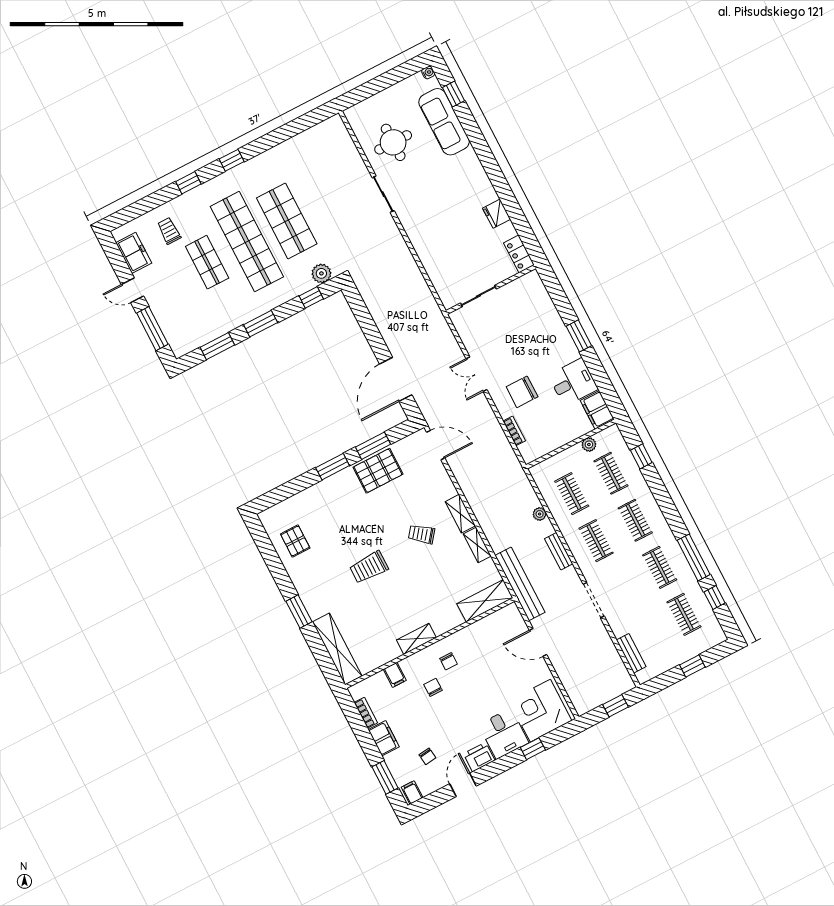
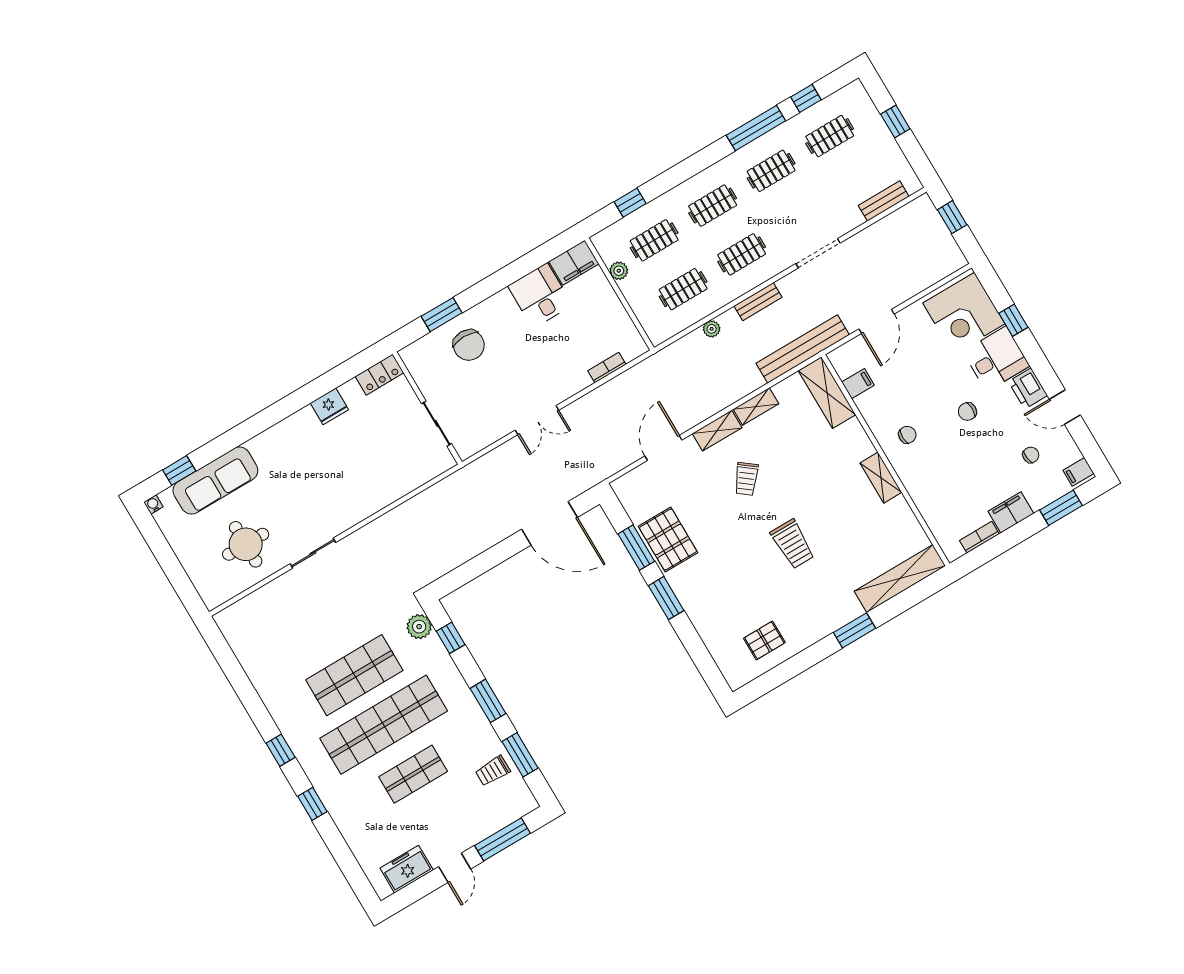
trolley: (169, 231) -> (493, 771), moved
window: (579, 336) -> (442, 315), moved
chair: (522, 392) -> (469, 345), moved
door: (436, 445) -> (663, 448), moved
filing cabinet: (395, 675) -> (858, 384), moved
chair: (433, 687) -> (967, 412), moved

